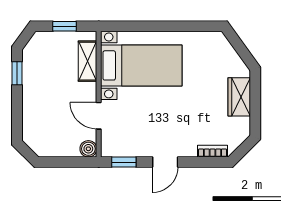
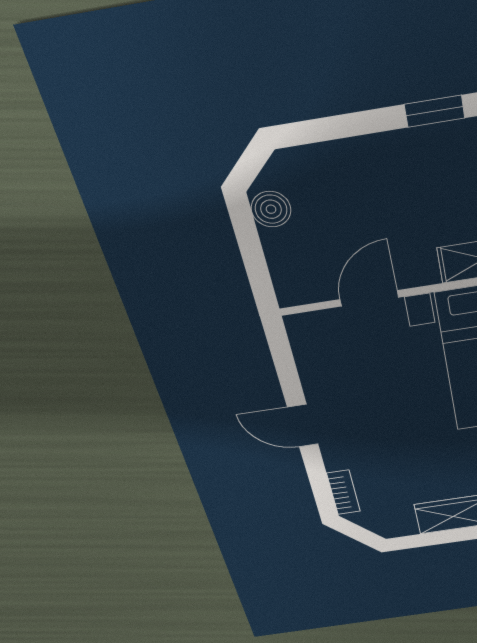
boiler: (88, 149) -> (271, 209), moved
window: (124, 162) -> (283, 358), removed

